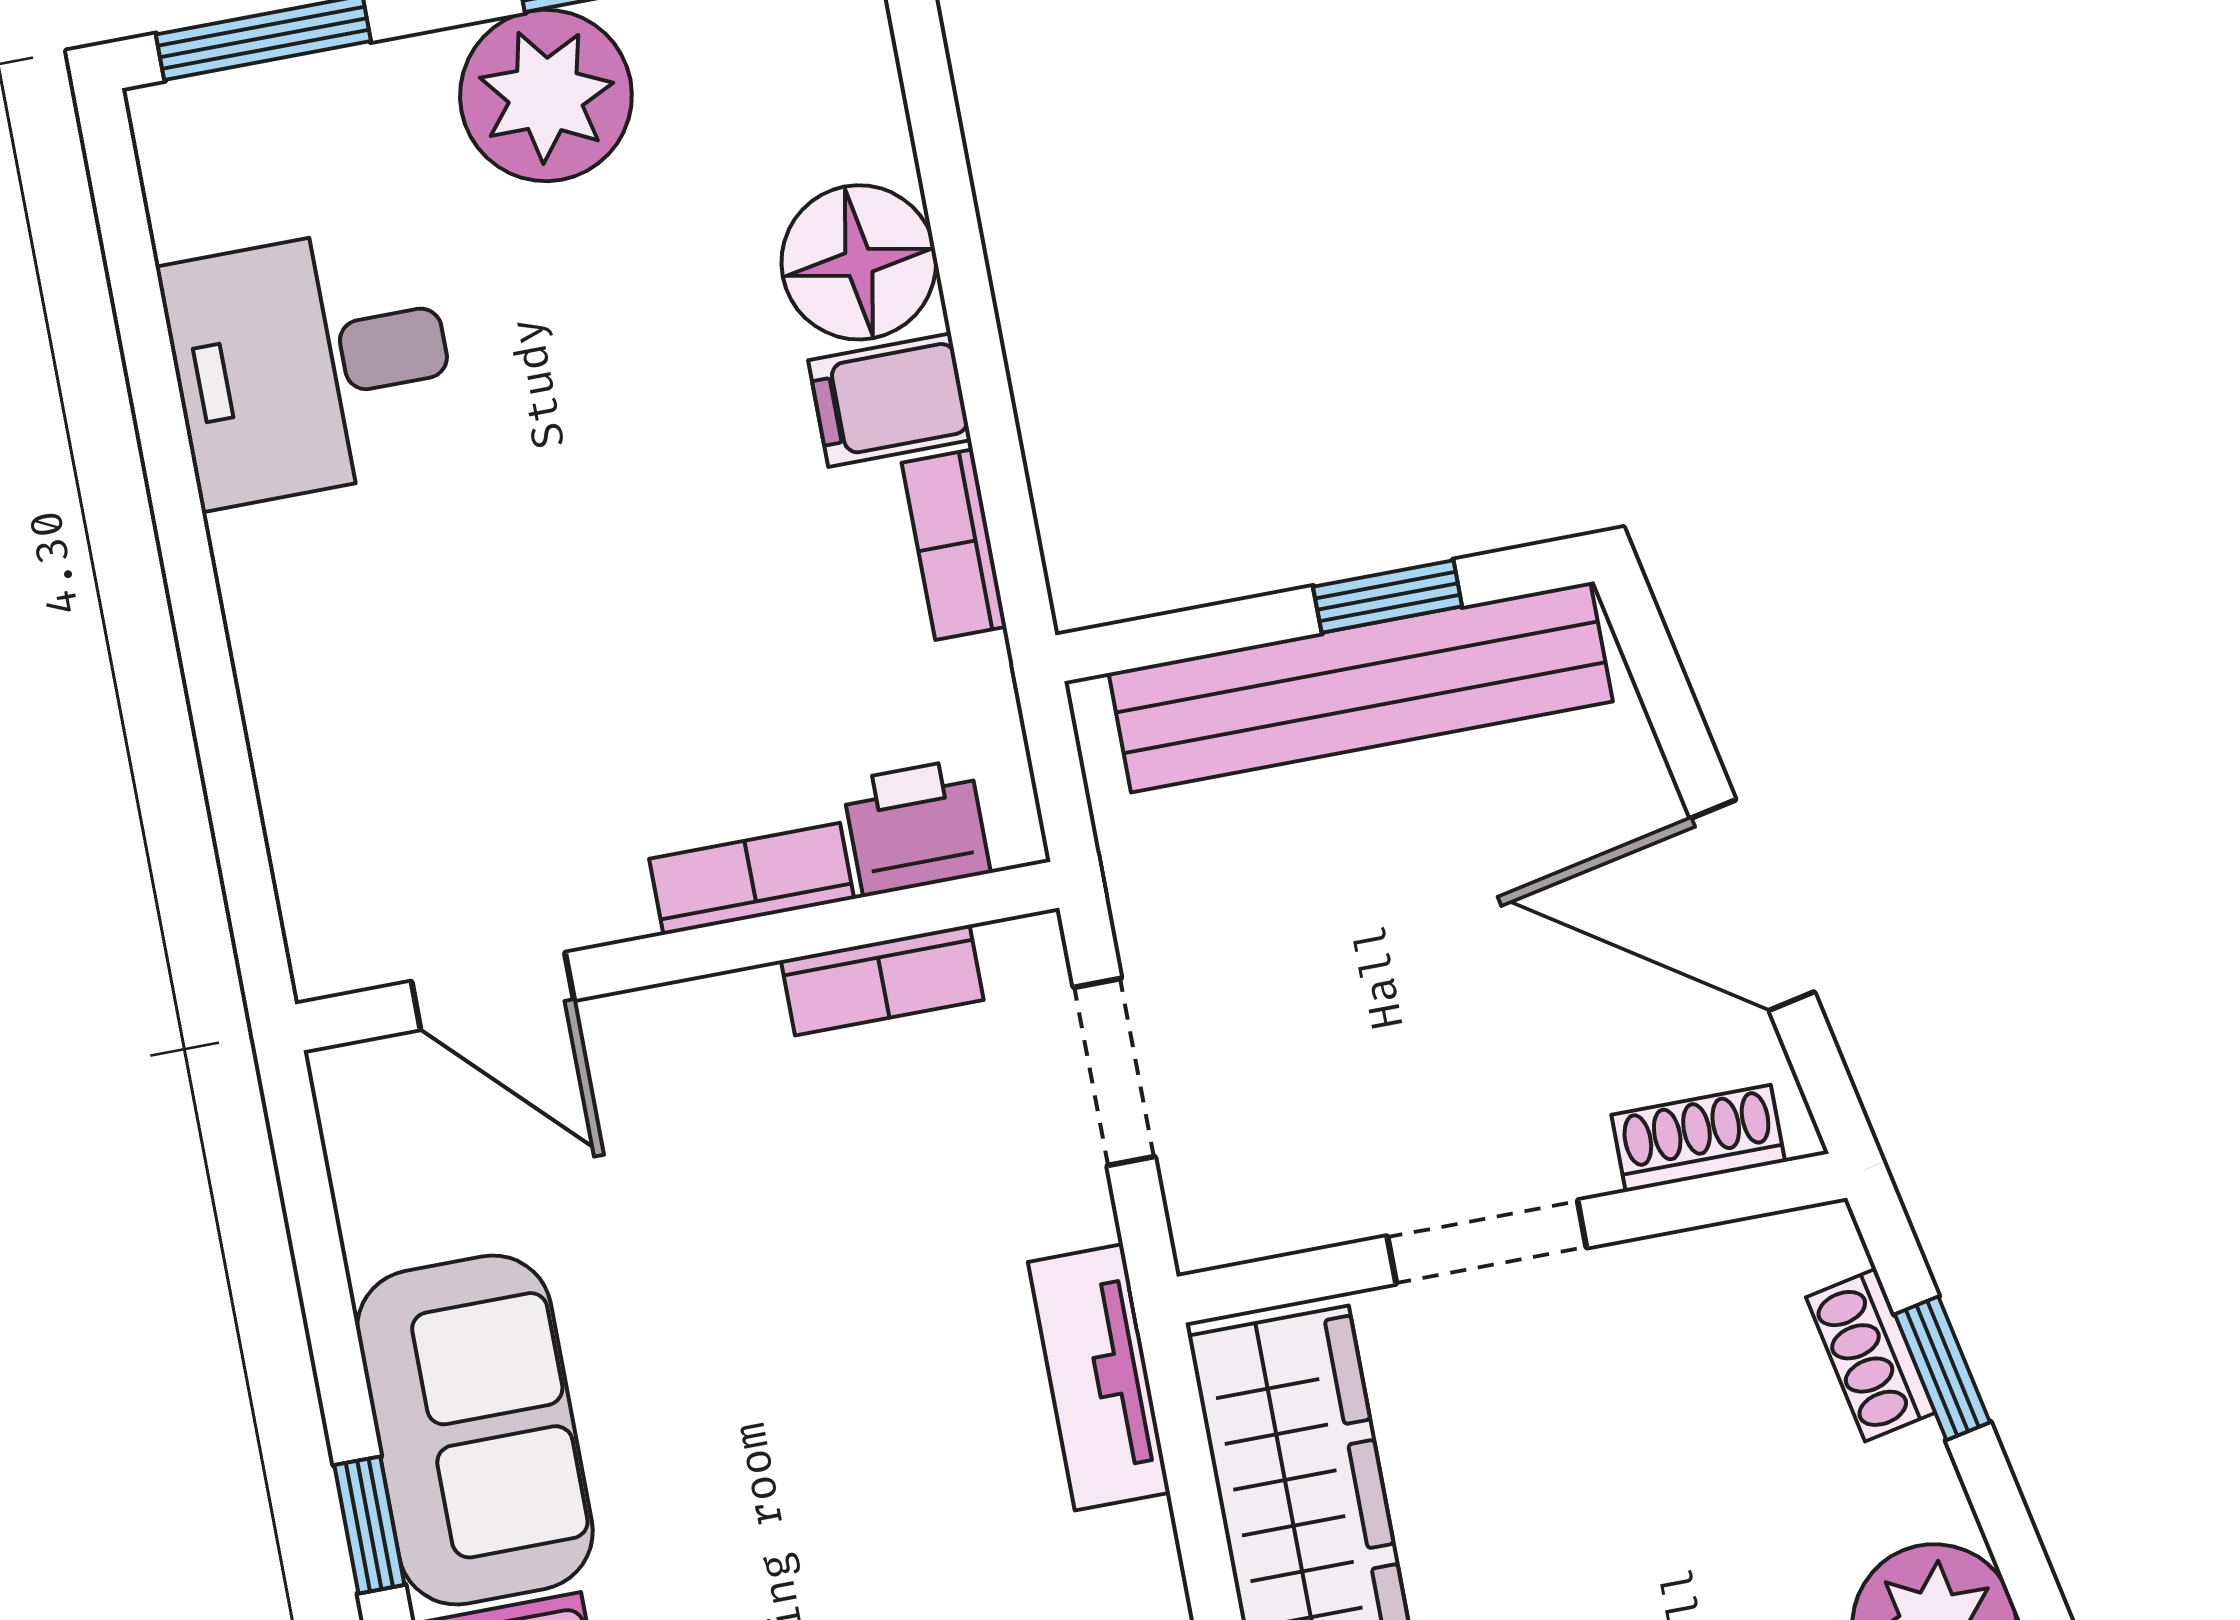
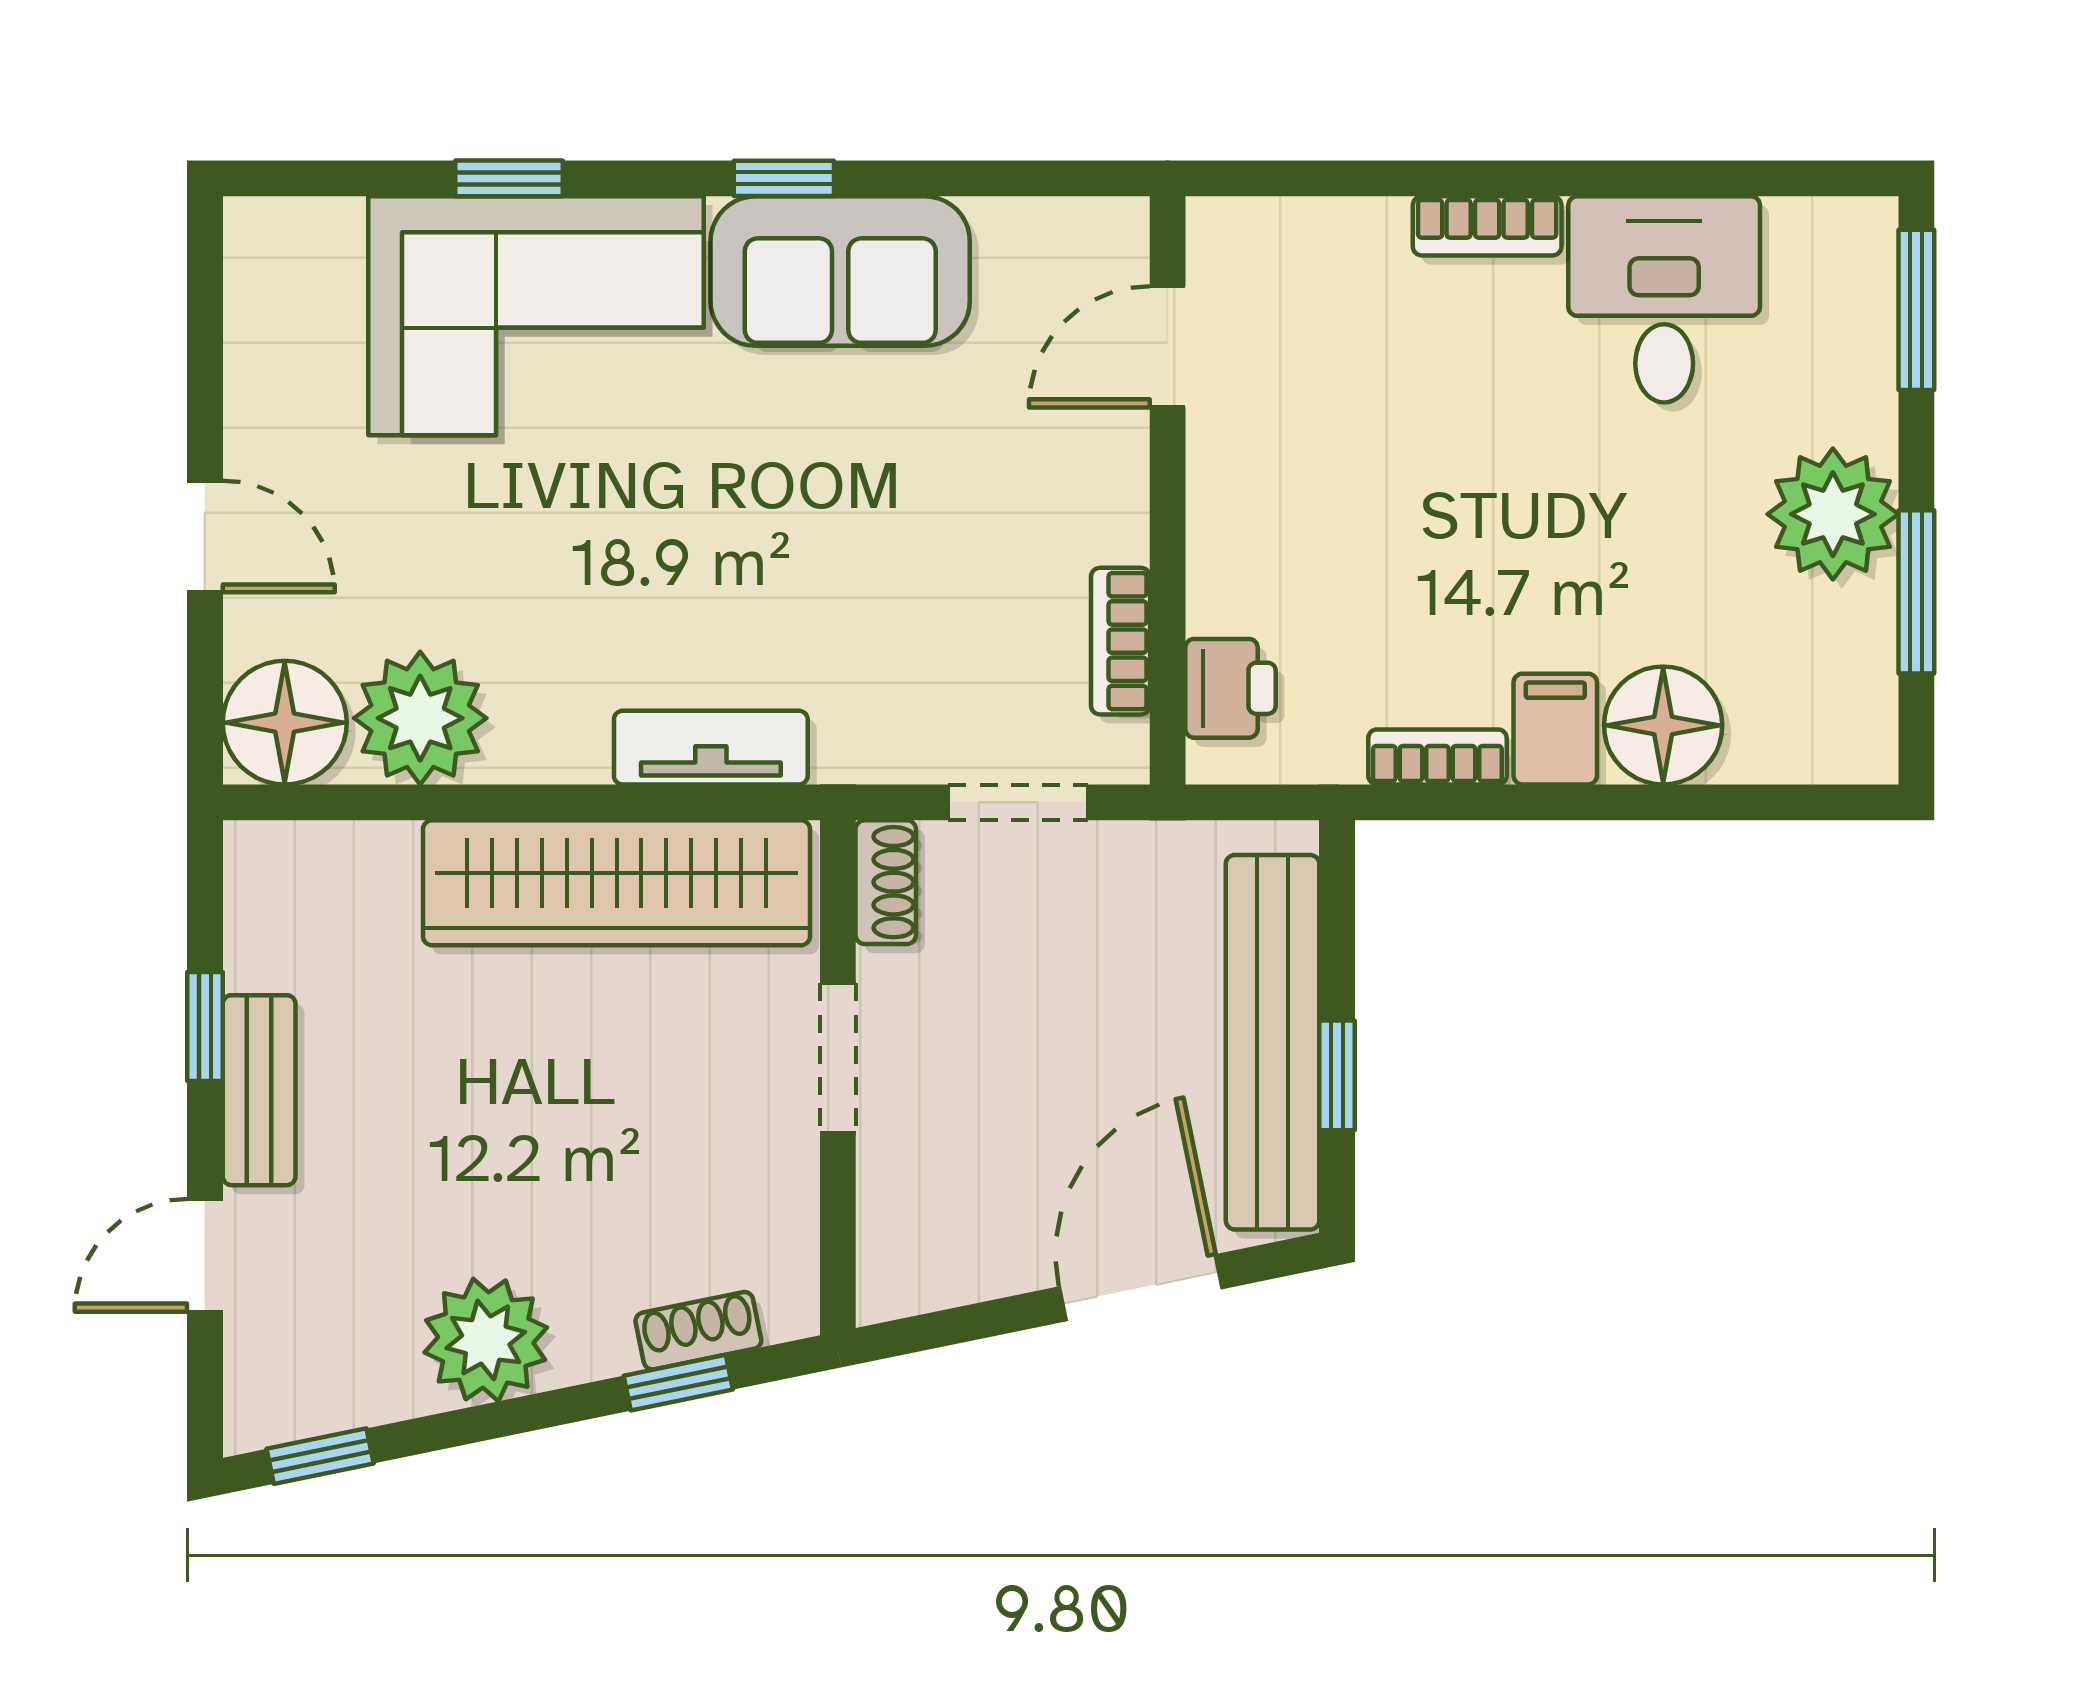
bookcase: (752, 879) -> (1487, 226), moved, turned 90
door: (1752, 905) -> (1141, 1288), moved
shoe rack: (1698, 1138) -> (886, 882), moved
tv unit: (1099, 1377) -> (711, 748), moved

